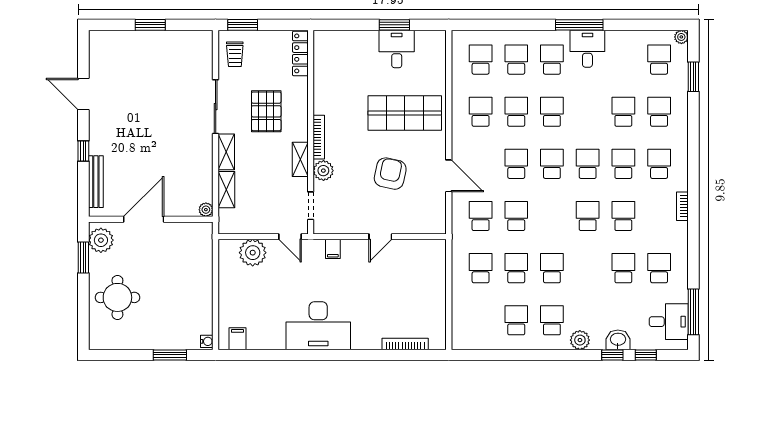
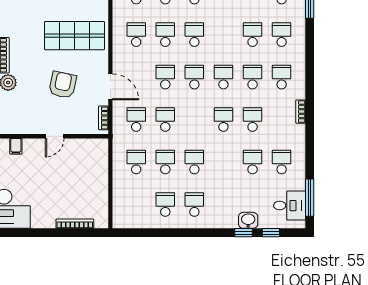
bookcase: (440, 214) -> (103, 118), added
plant: (580, 340) -> (217, 221), removed

